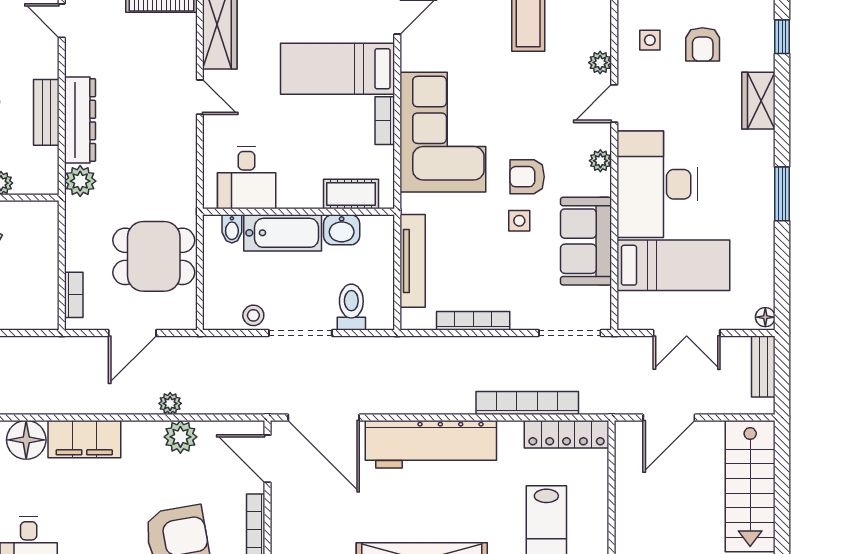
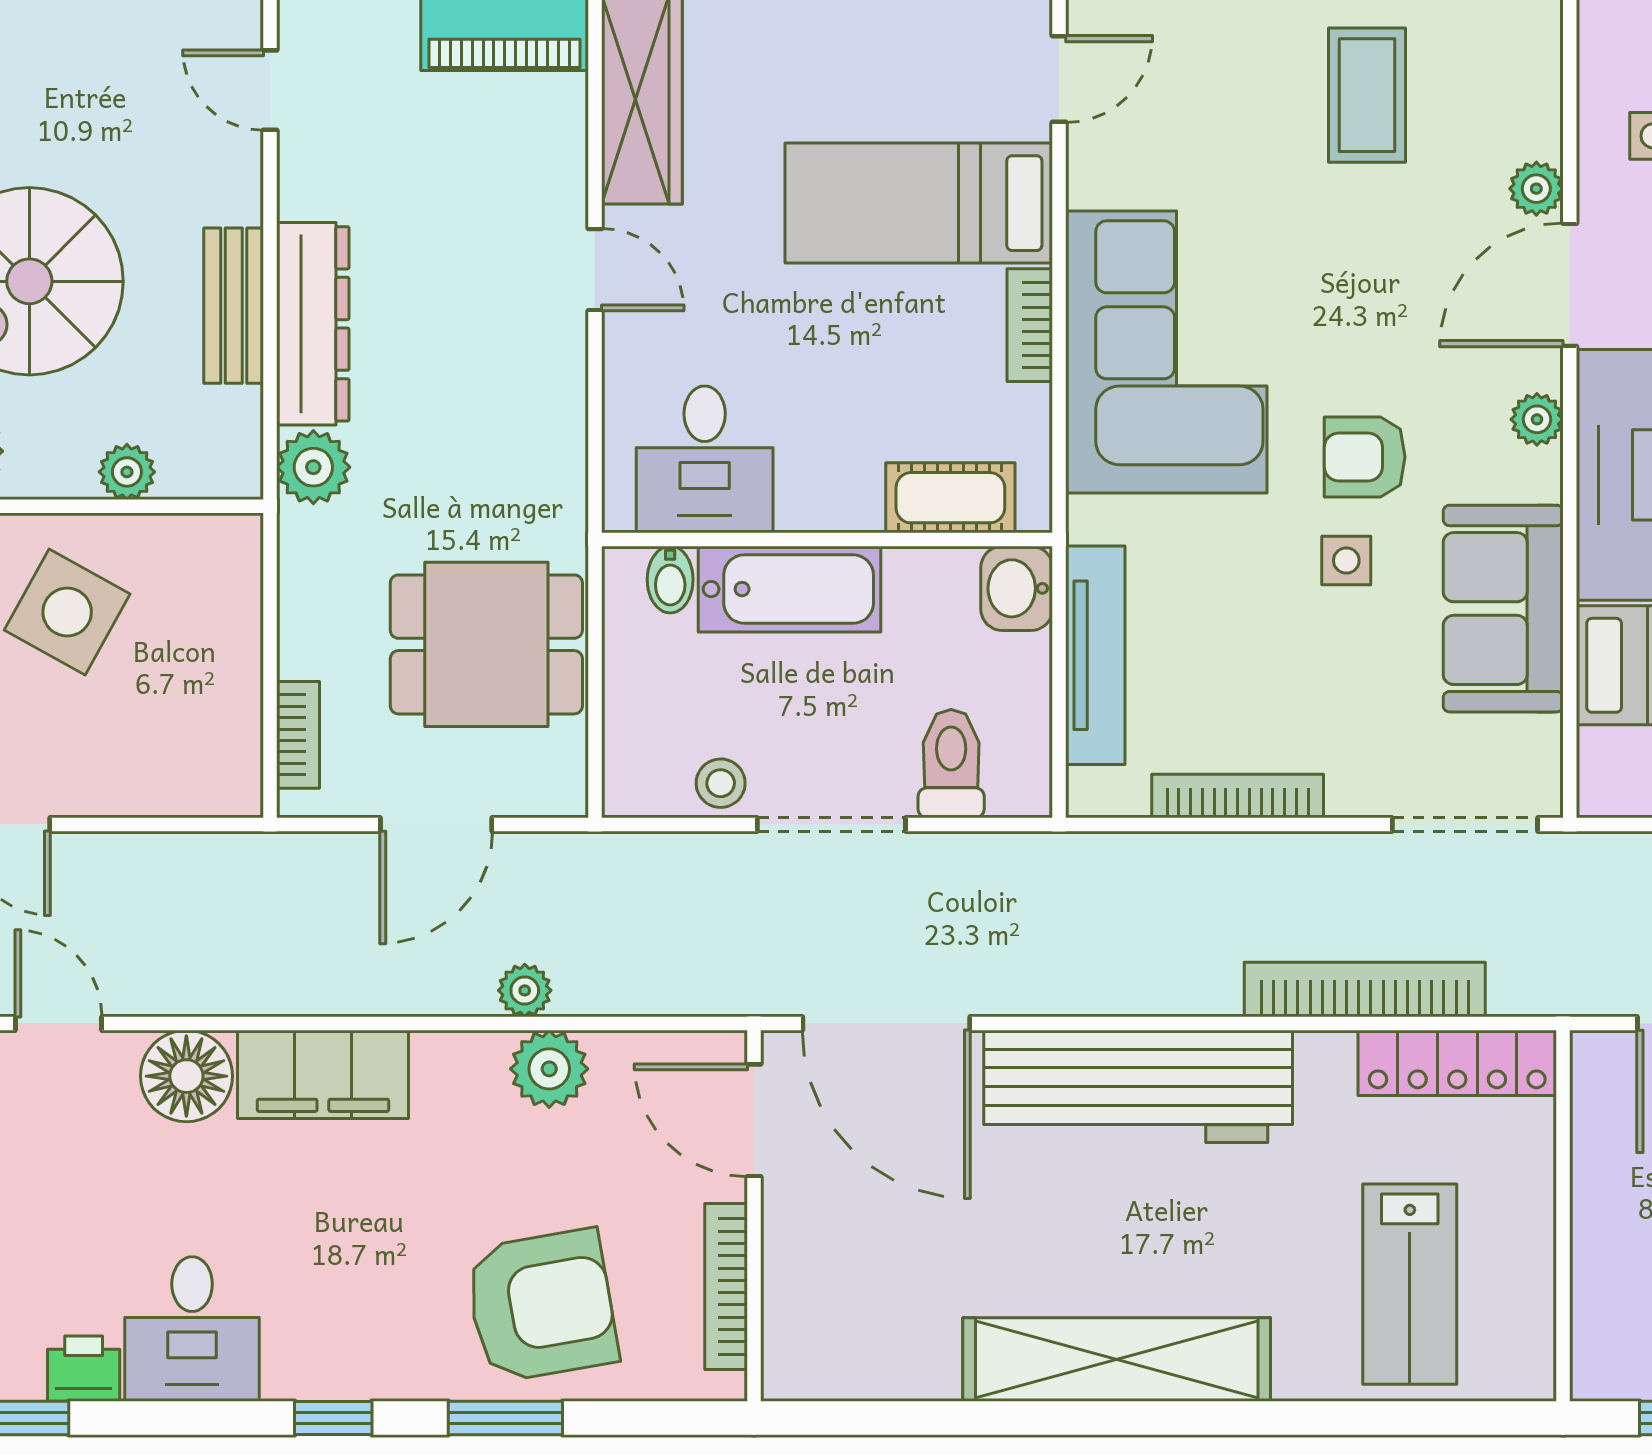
door: (614, 103) -> (1570, 285), width x1.38
washbasin: (342, 230) -> (1017, 588), moved, turned 90

